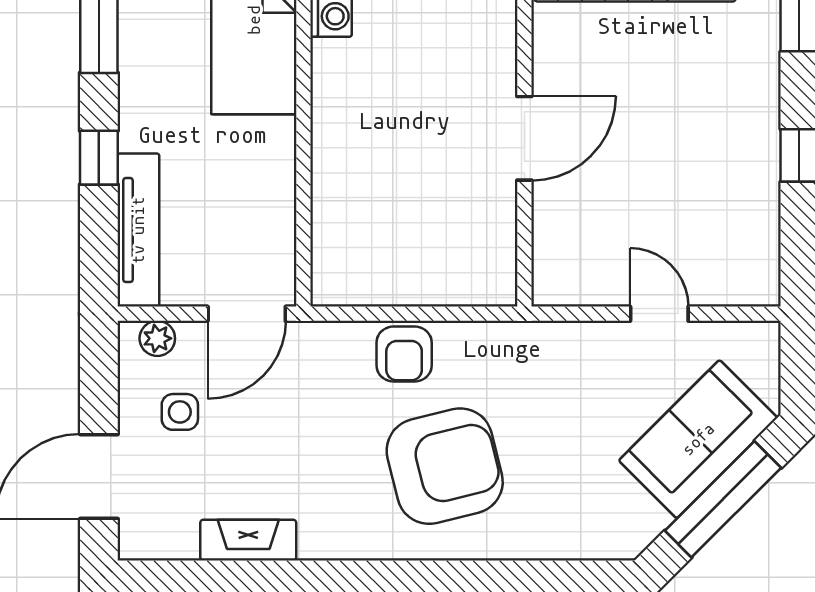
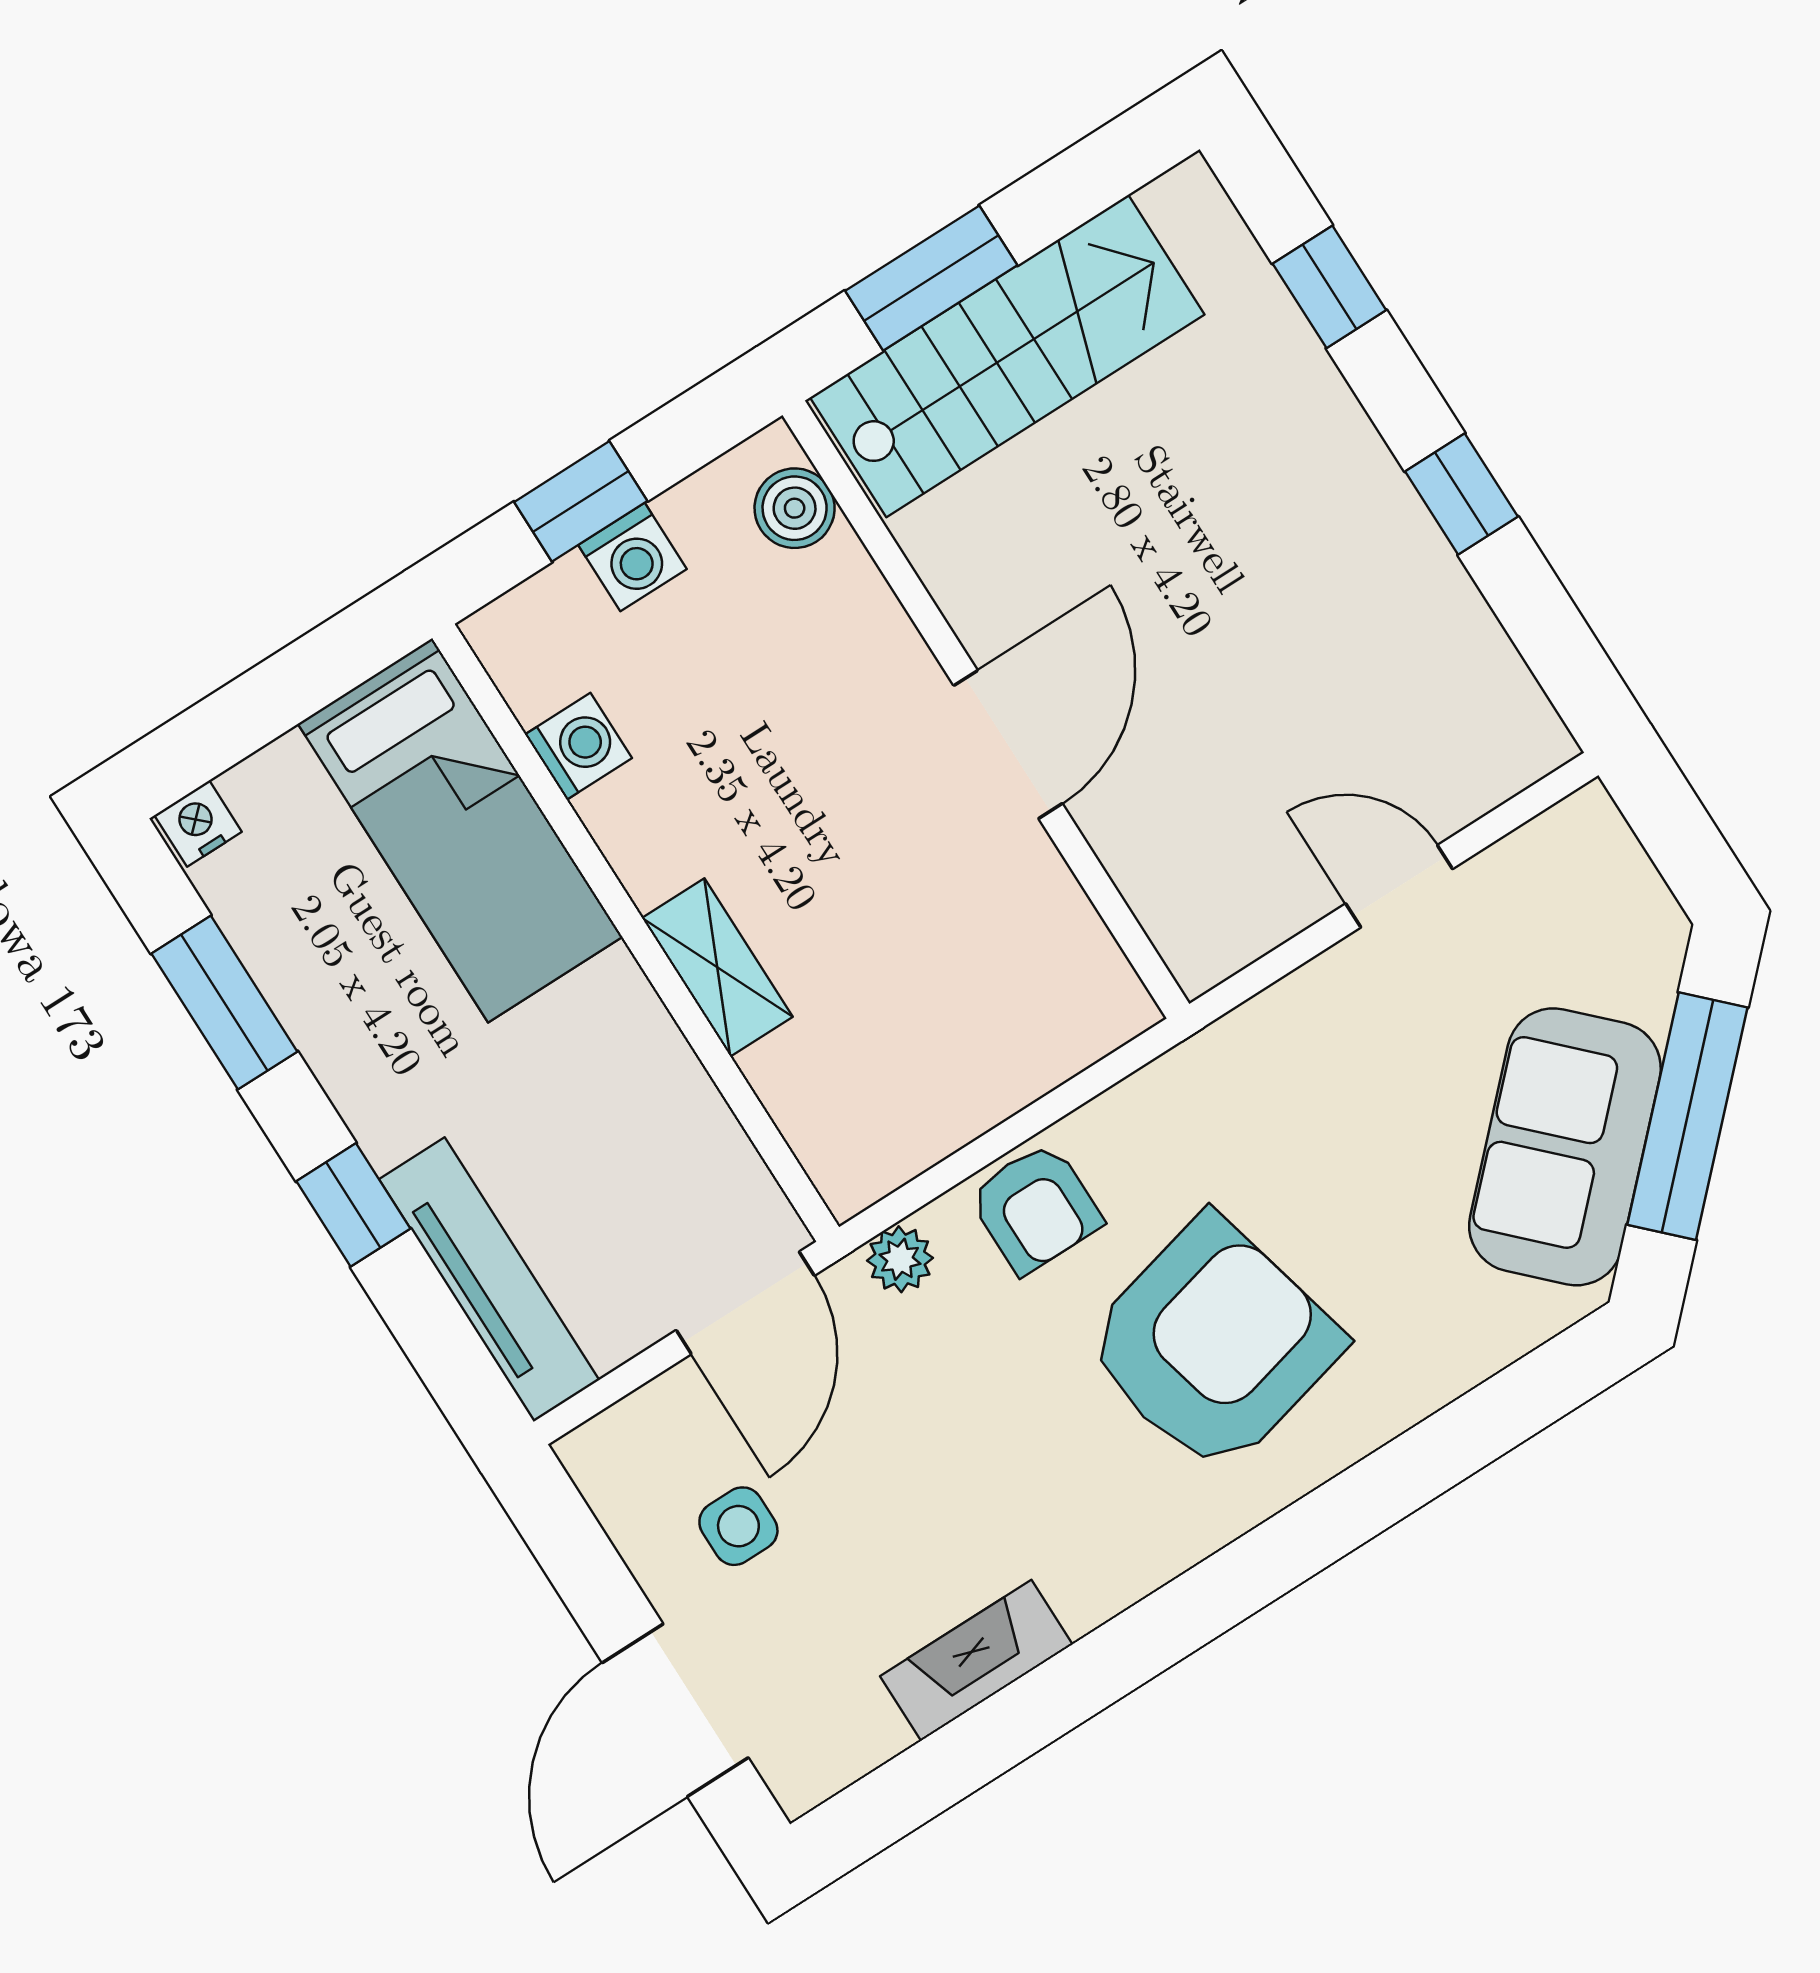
shelving: (330, 155) -> (717, 967), added
plant: (157, 338) -> (900, 1259), moved
sofa: (698, 439) -> (1565, 1147), moved

